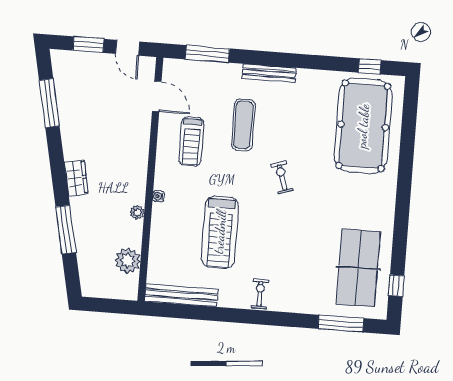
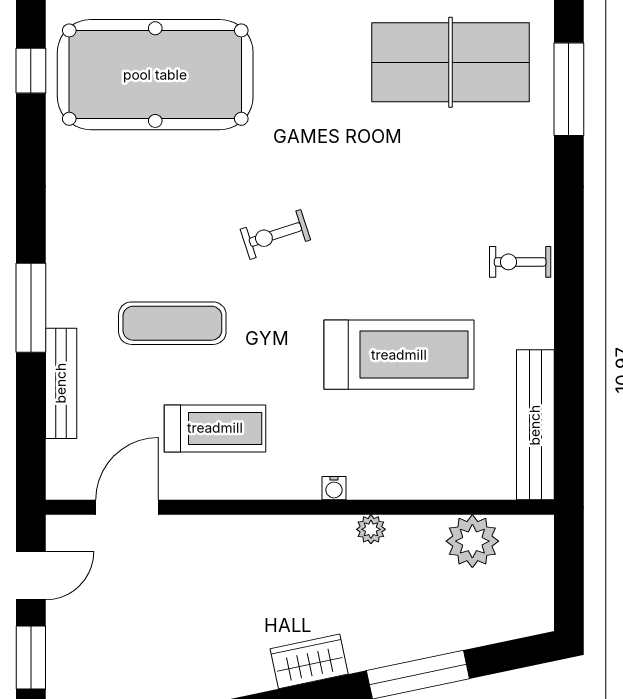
window: (207, 54) -> (31, 308), moved
bench: (269, 73) -> (61, 383), moved

